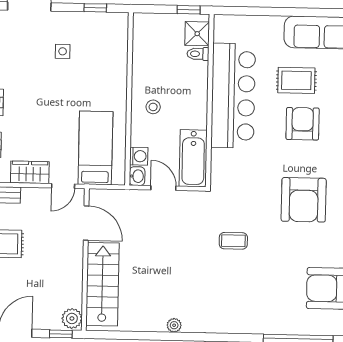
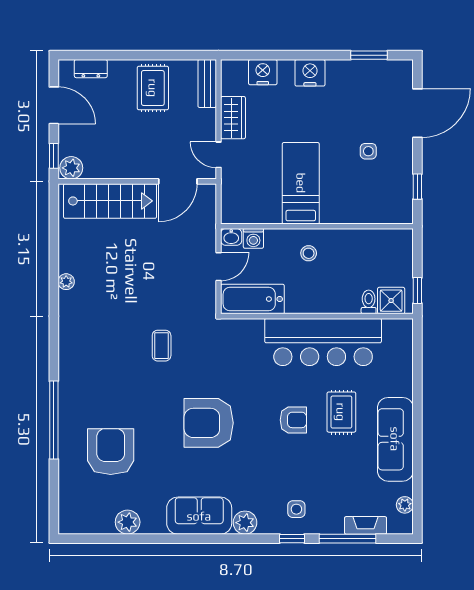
armchair: (303, 124) -> (293, 420), width x0.72, depth x0.72
bed: (95, 148) -> (301, 183), moved, turned -90

